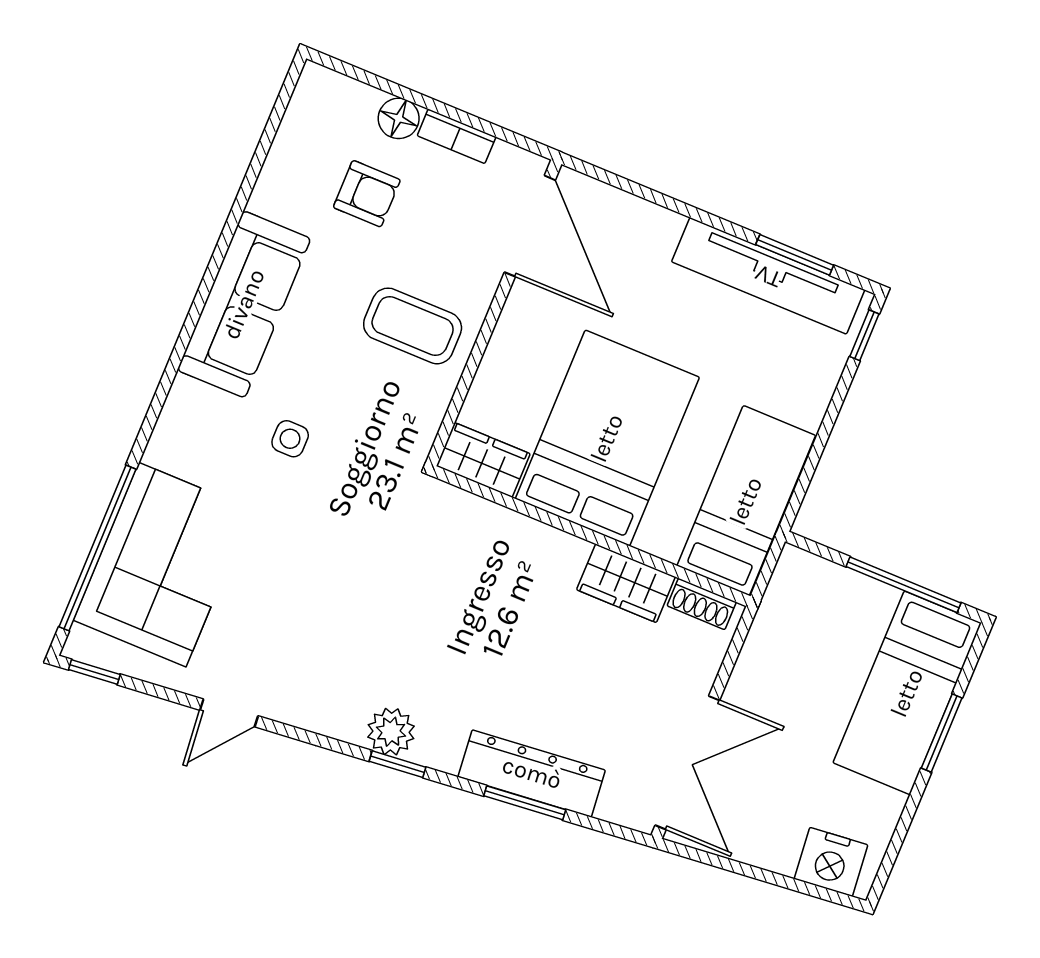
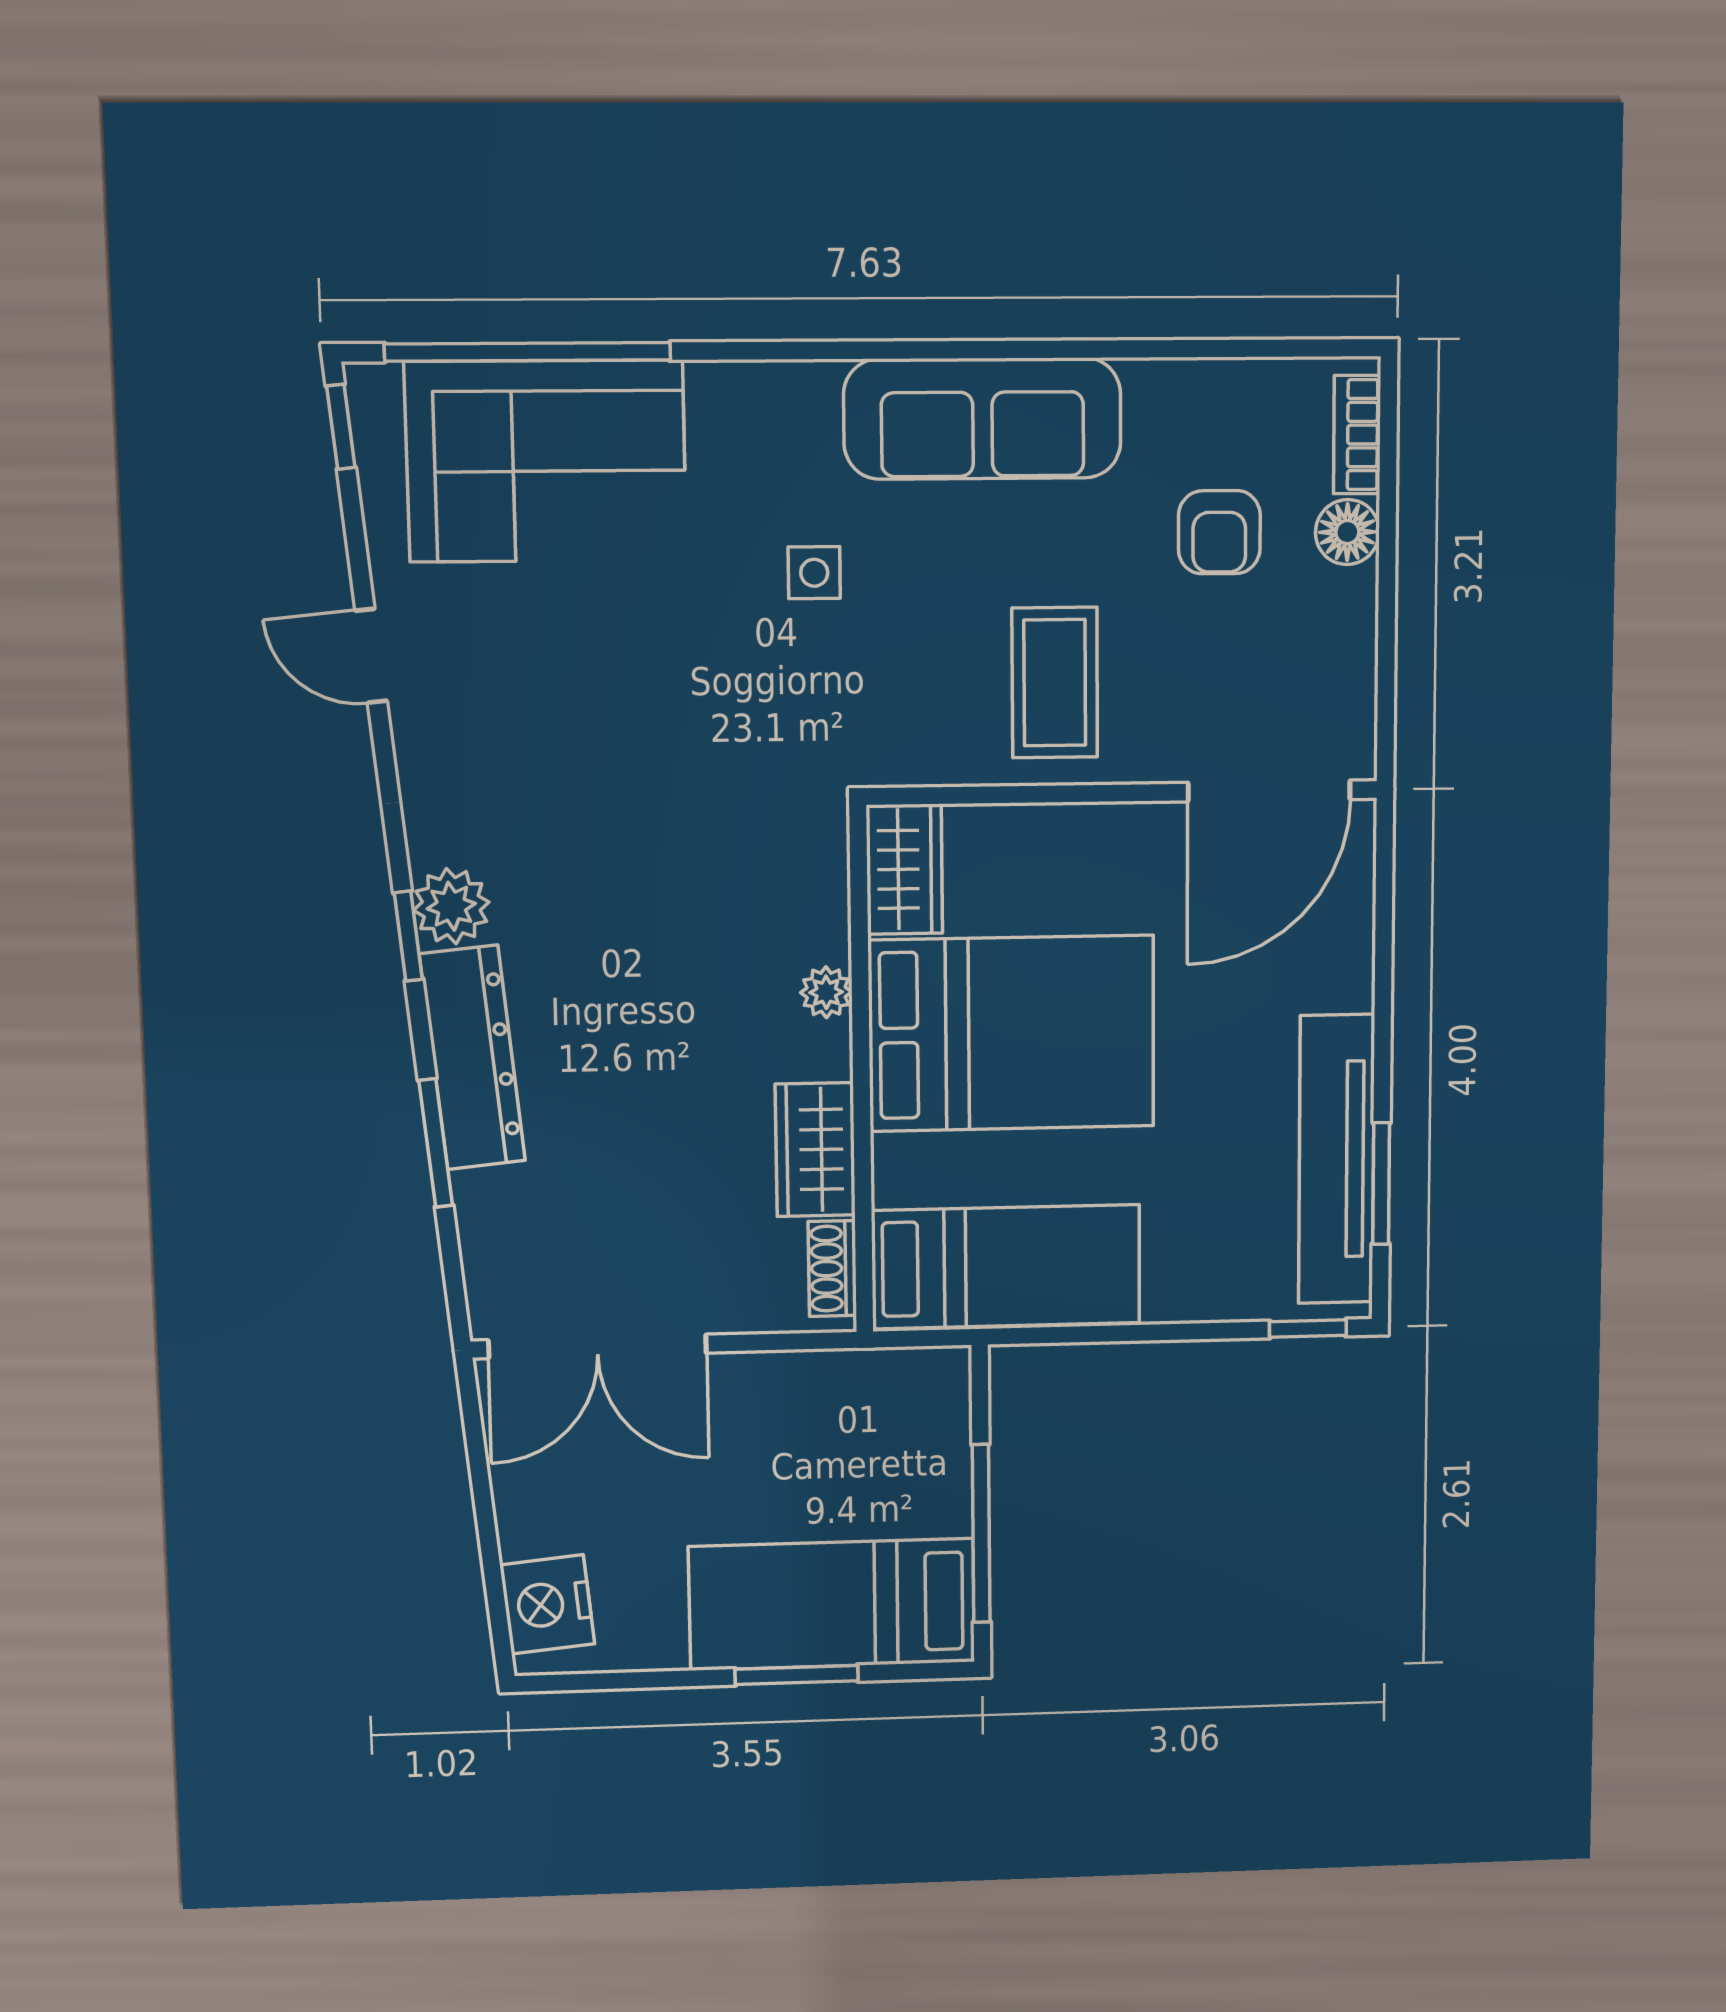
bookcase: (457, 136) -> (1357, 435), moved
plant: (536, 537) -> (826, 992), added
dresser: (532, 773) -> (472, 1058), moved

